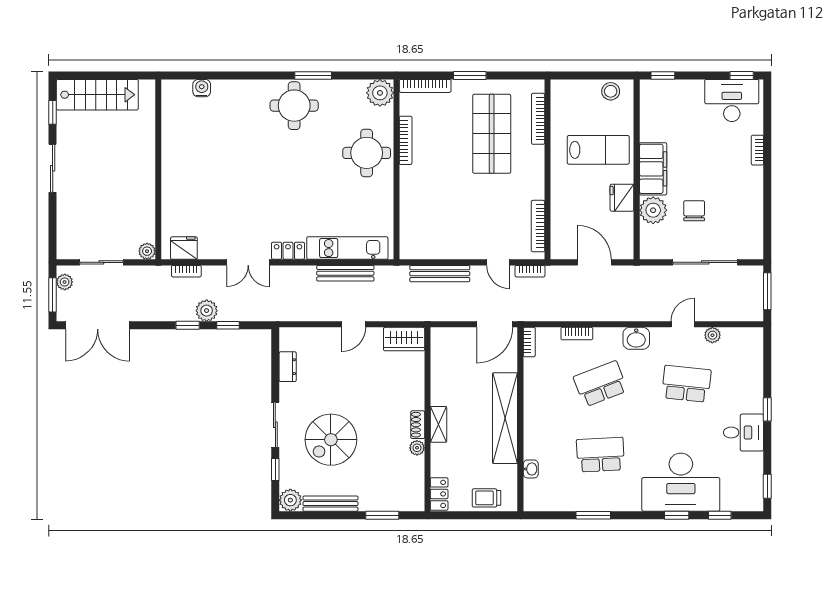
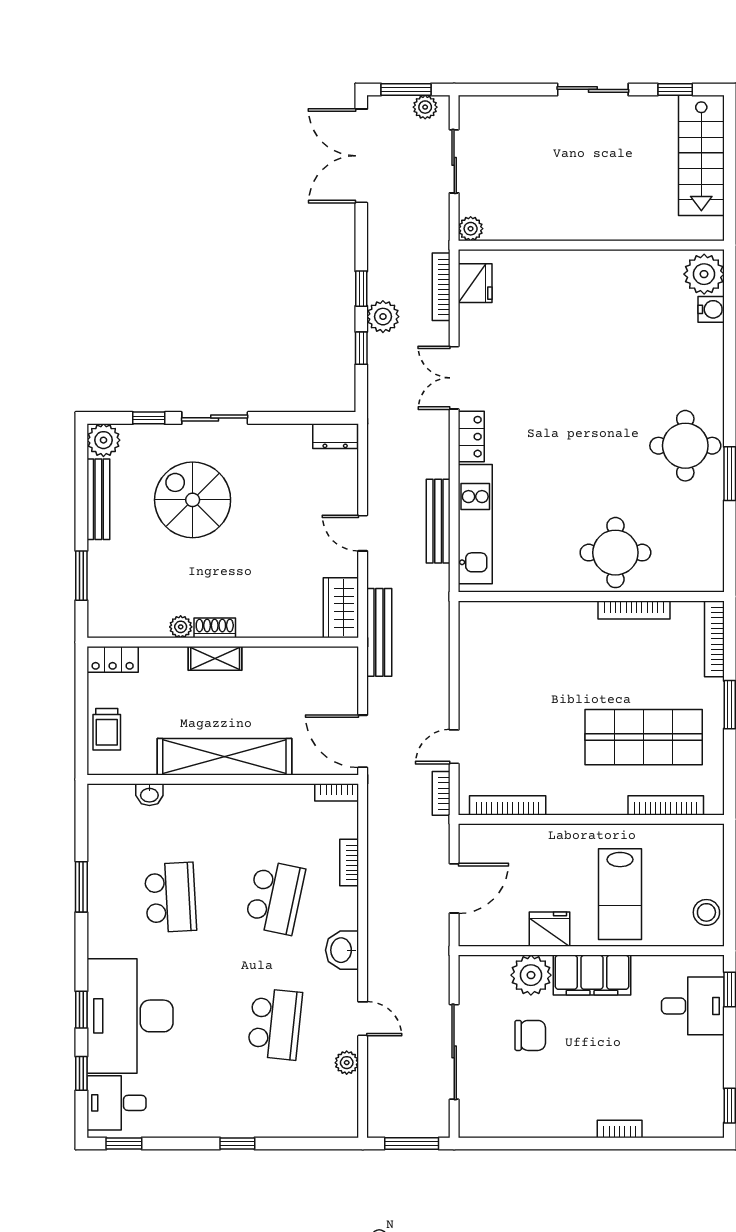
plant: (380, 93) -> (704, 274), moved
desk: (732, 100) -> (693, 1006), moved, width x0.73
bookcase: (186, 271) -> (441, 287), width x1.56
bench: (440, 274) -> (379, 632), moved
dresser: (288, 367) -> (335, 436), moved
school desk: (600, 384) -> (275, 897), turned 33
desk: (744, 433) -> (117, 1103), moved, turned 90
trolley: (486, 498) -> (107, 729), turned 180

